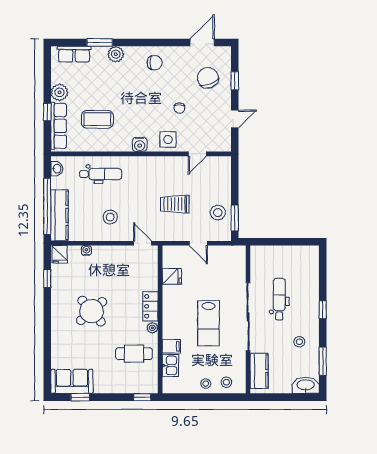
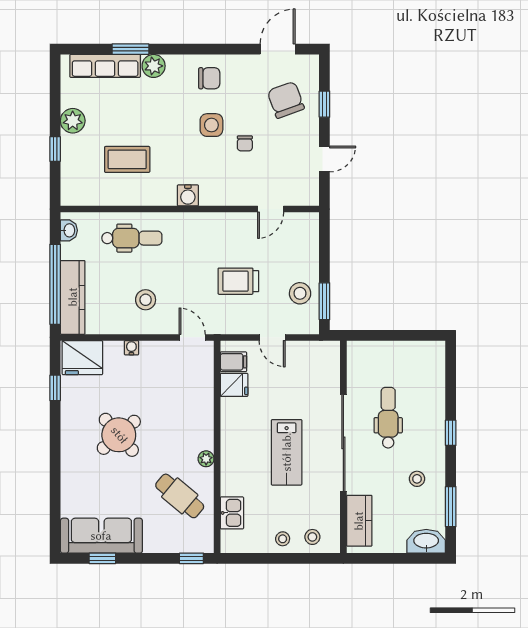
row of seats: (74, 54) -> (105, 66), width x1.48
row of seats: (59, 126) -> (71, 169), removed
side table: (168, 139) -> (211, 125), moved
water cooler: (86, 250) -> (131, 348), moved
fridge: (60, 254) -> (82, 358), width x1.88, depth x1.34
locker: (150, 306) -> (203, 428), removed
filing cabinet: (171, 346) -> (233, 362), moved
cafe table: (134, 354) -> (180, 496), turned 40
sofa: (72, 381) -> (101, 536), width x1.36

